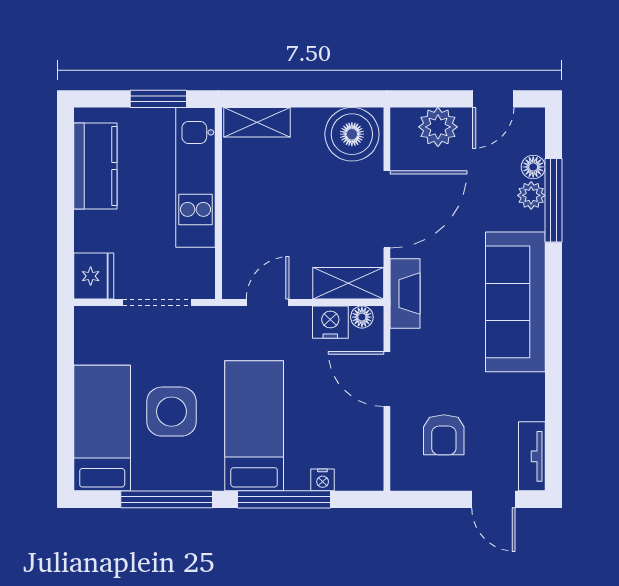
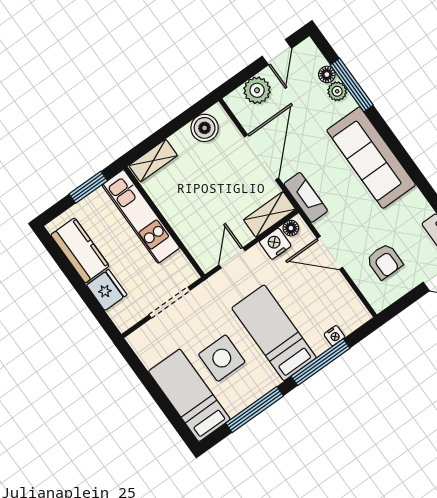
boiler: (352, 134) -> (205, 128), width x0.73, depth x0.73
fridge: (94, 276) -> (107, 290), moved

